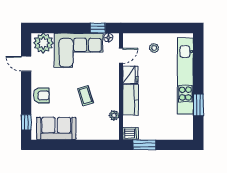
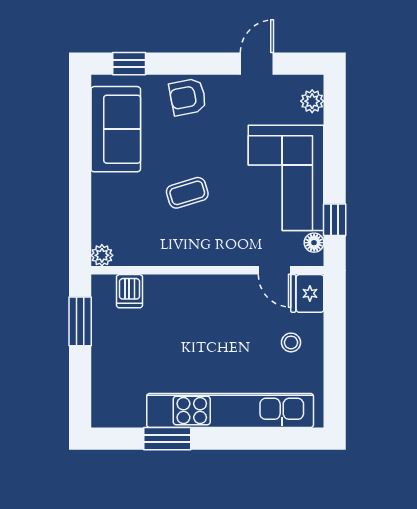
plant: (43, 43) -> (312, 101), width x0.53, depth x0.53
fridge: (130, 75) -> (307, 293), moved, turned 90
armchair: (41, 95) -> (188, 97), turned 79
kitchen counter: (131, 100) -> (178, 291), removed
plant: (114, 115) -> (102, 255), moved
dishwasher: (131, 133) -> (129, 291), moved

